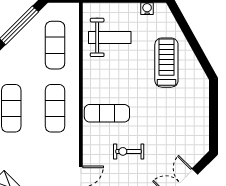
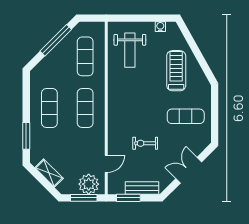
weight bench: (110, 37) -> (130, 50), turned 90
exercise mat: (107, 113) -> (186, 116), moved

